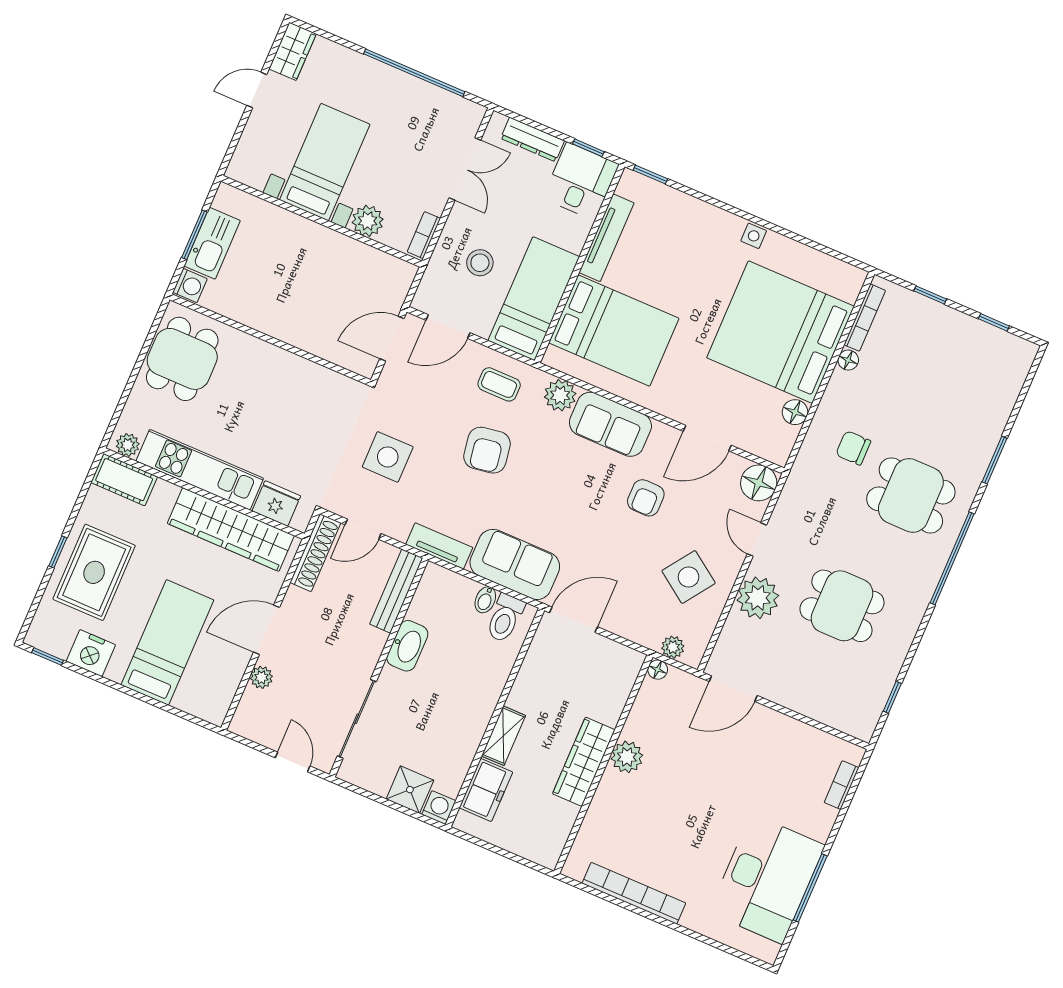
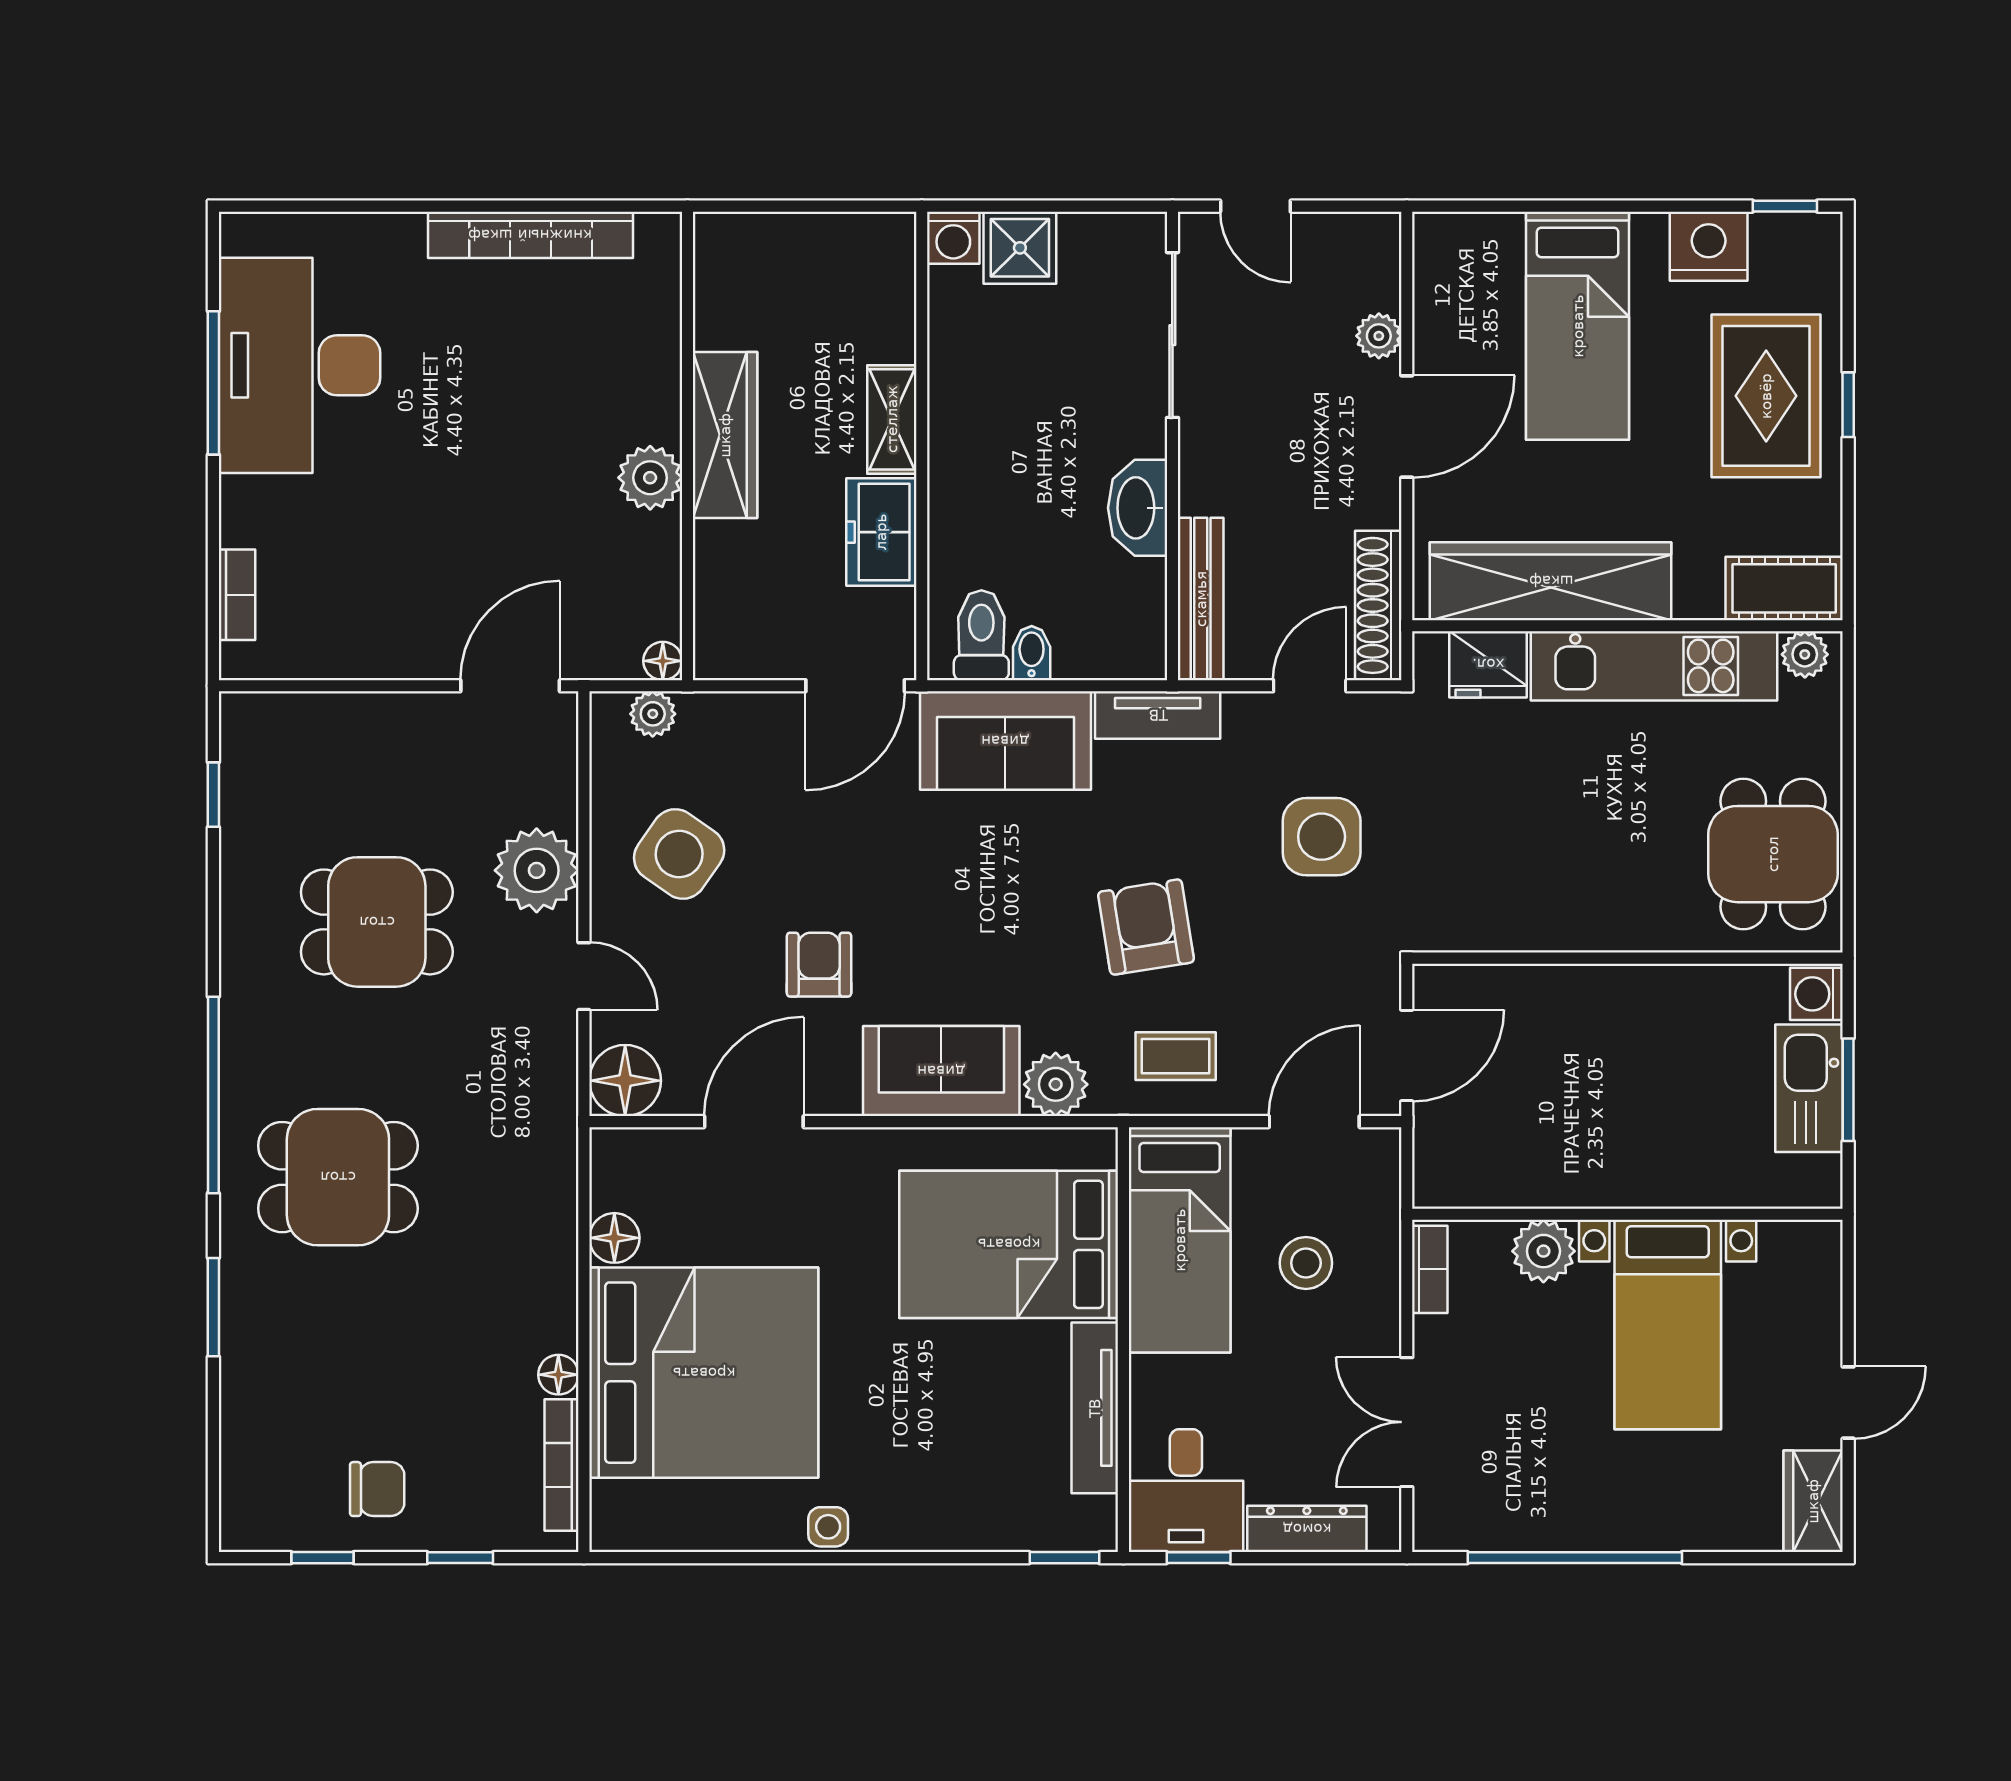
chair: (853, 448) -> (377, 1489), moved
freezer: (486, 790) -> (881, 532), moved

